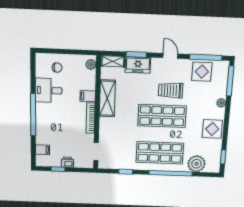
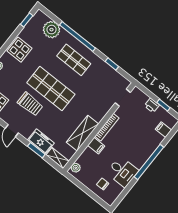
shop shelf: (160, 153) -> (74, 60), width x0.70, depth x0.74

